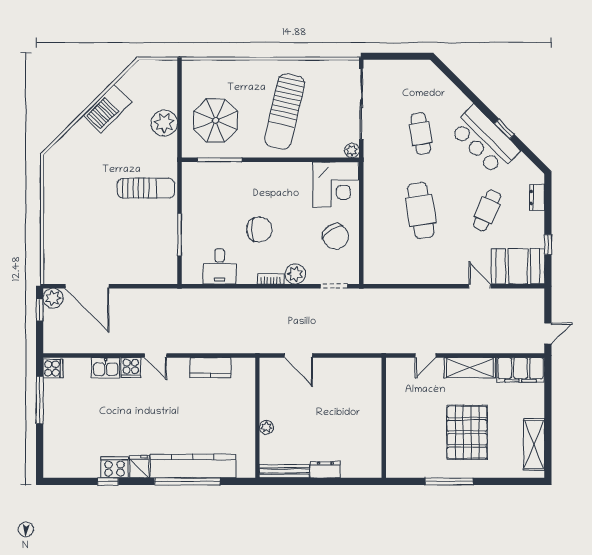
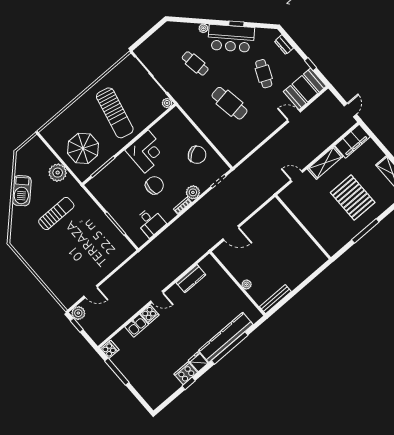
plant: (464, 103) -> (203, 28), added
corner desk: (336, 185) -> (146, 152), moved
sun lounger: (146, 188) -> (56, 214), moved
door: (87, 286) -> (91, 292), width x0.53
door: (425, 355) -> (297, 176), swing flipped
dresser: (325, 470) -> (296, 280), removed

